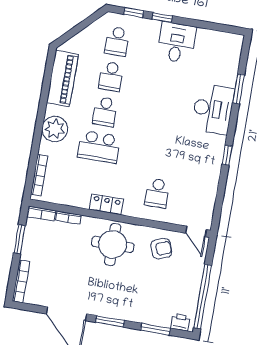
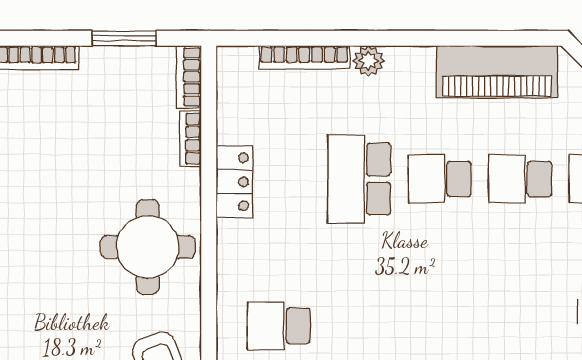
plant: (55, 129) -> (369, 61), width x0.53, depth x0.53
bookcase: (39, 175) -> (304, 57), moved
locker: (106, 204) -> (234, 182), moved

